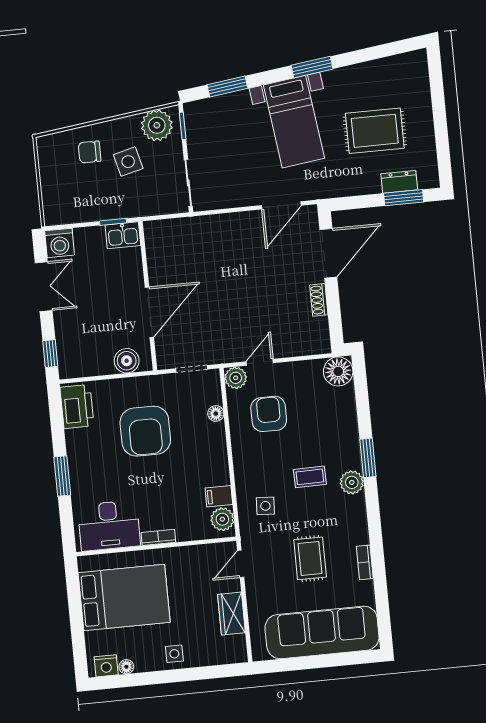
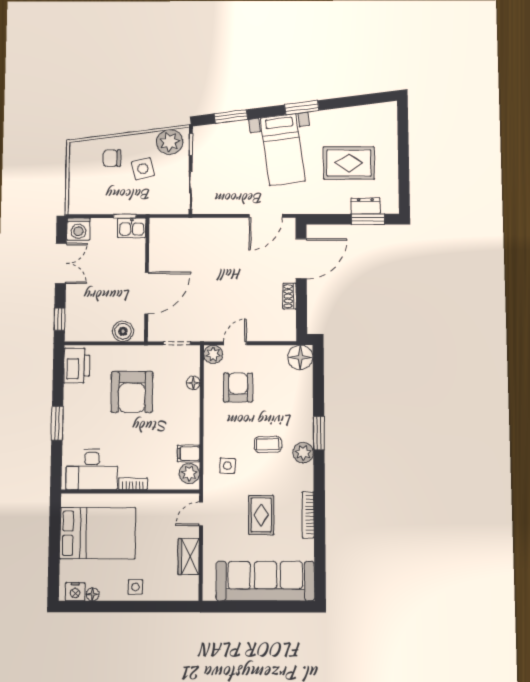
bookcase: (365, 562) -> (308, 515), width x1.56

